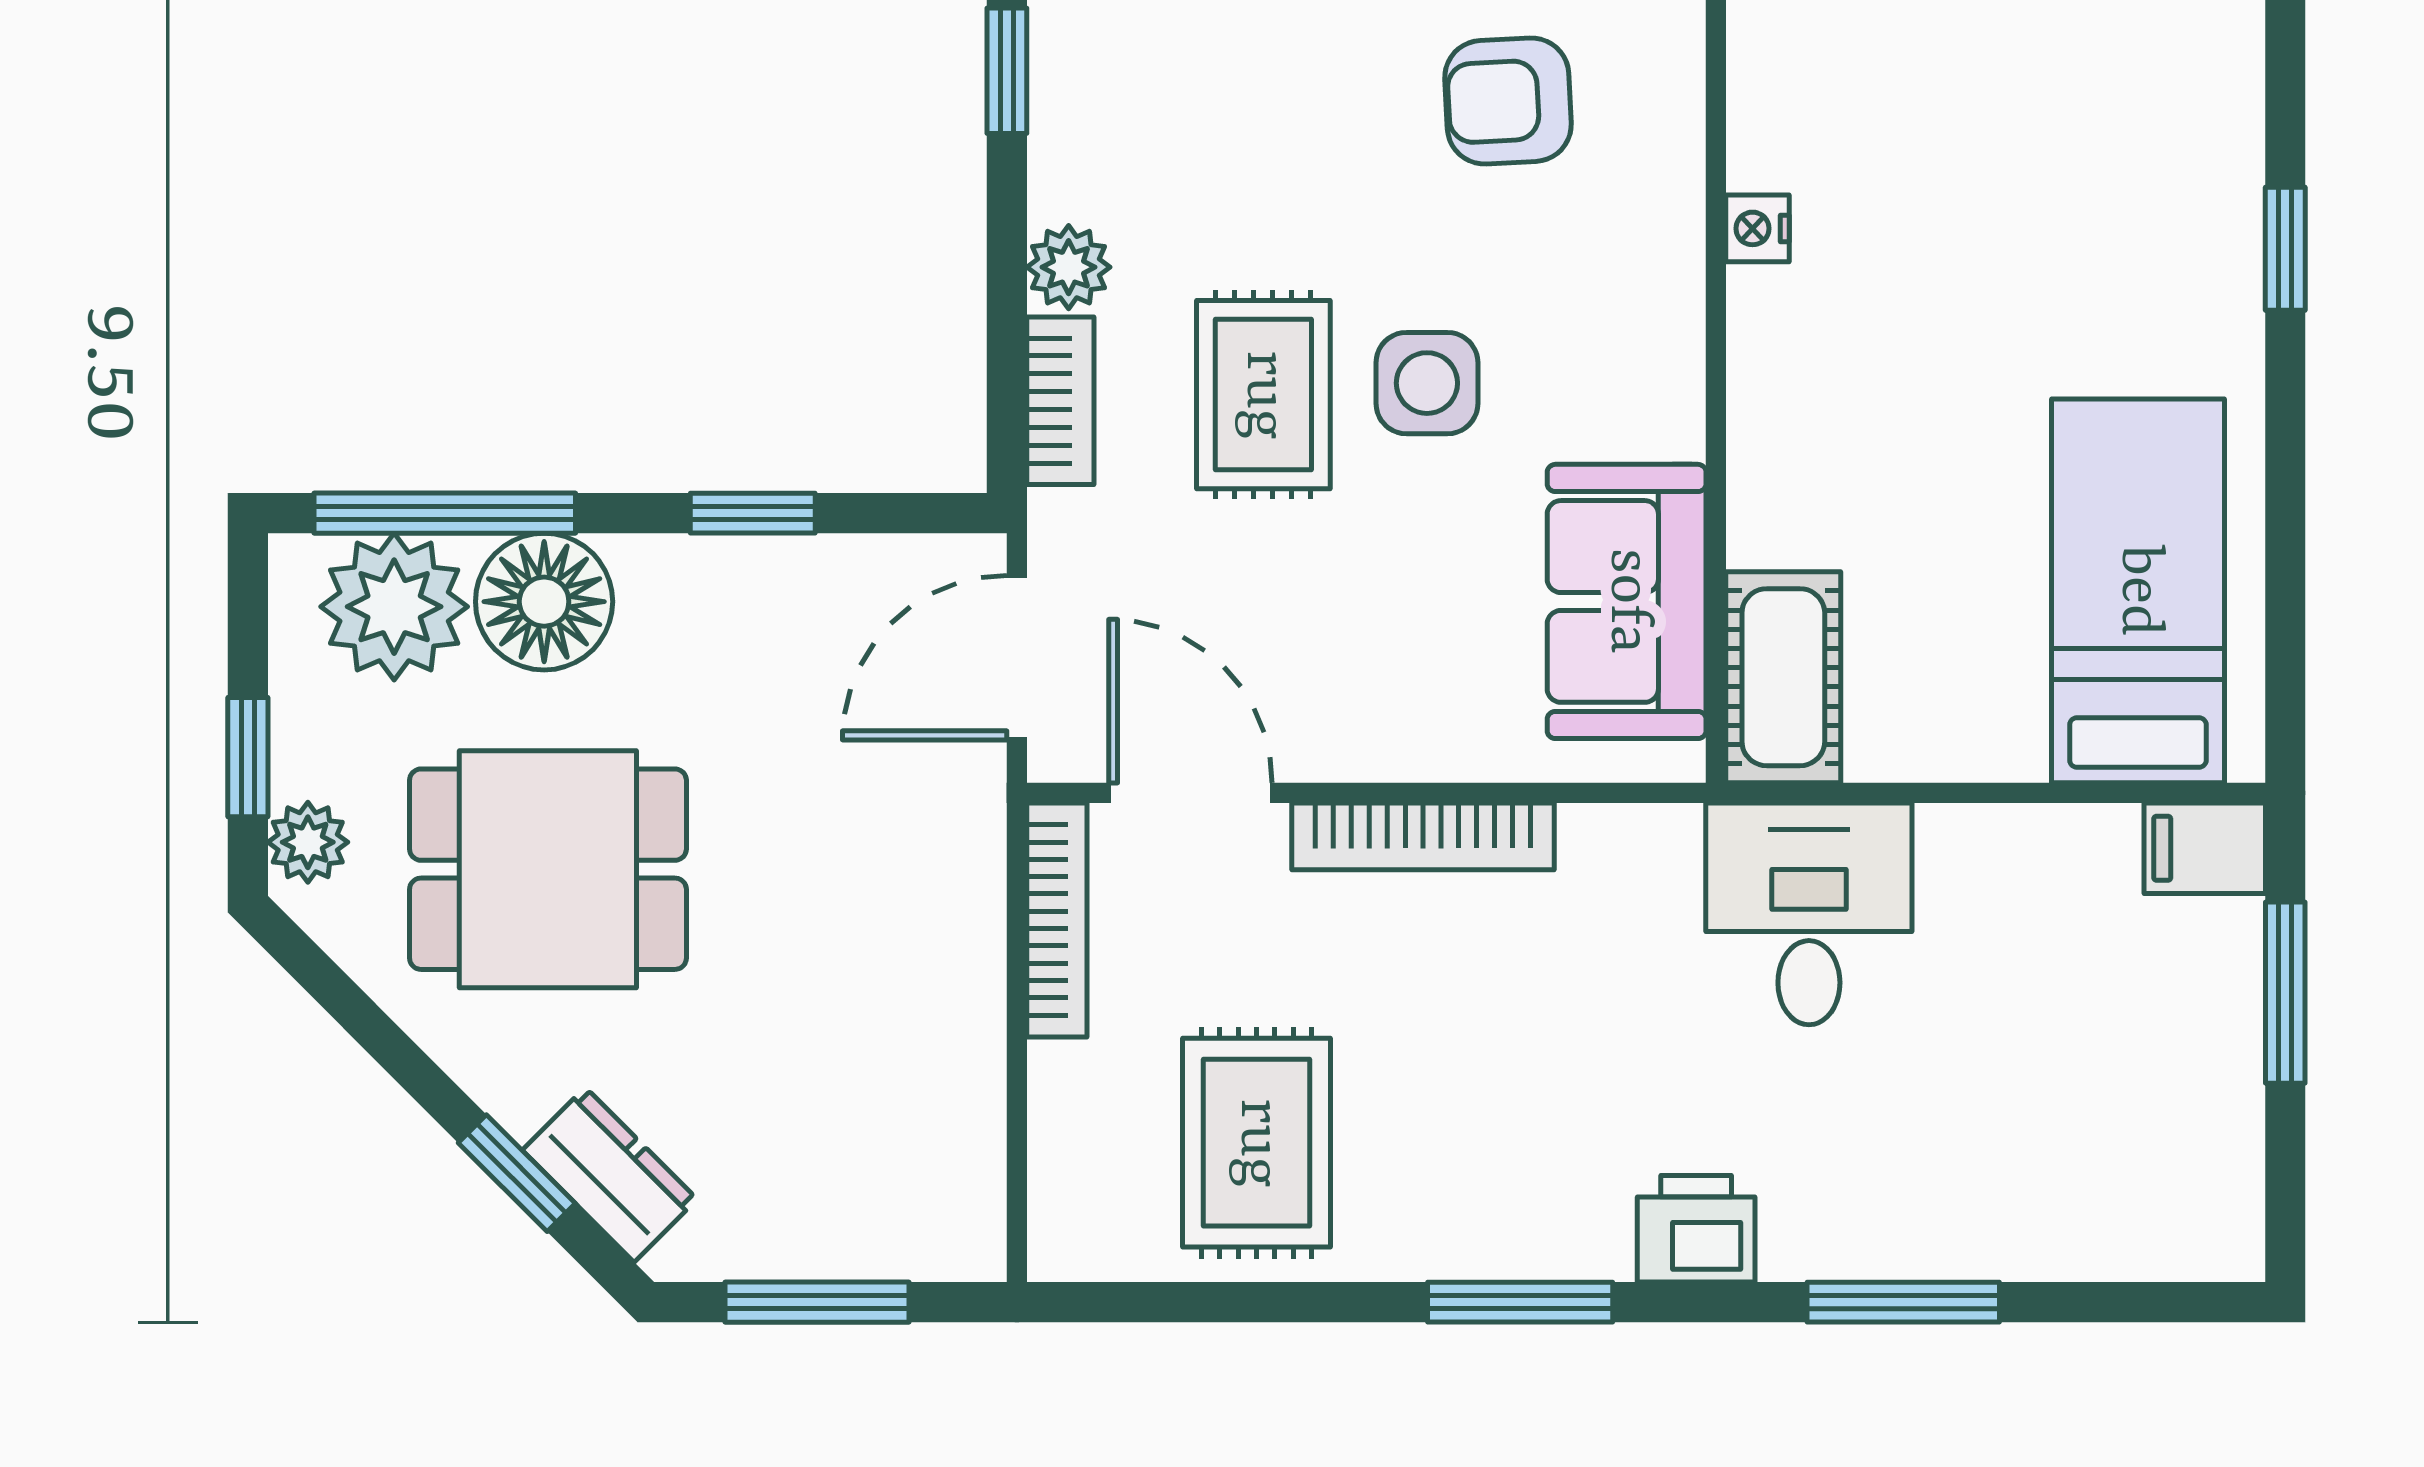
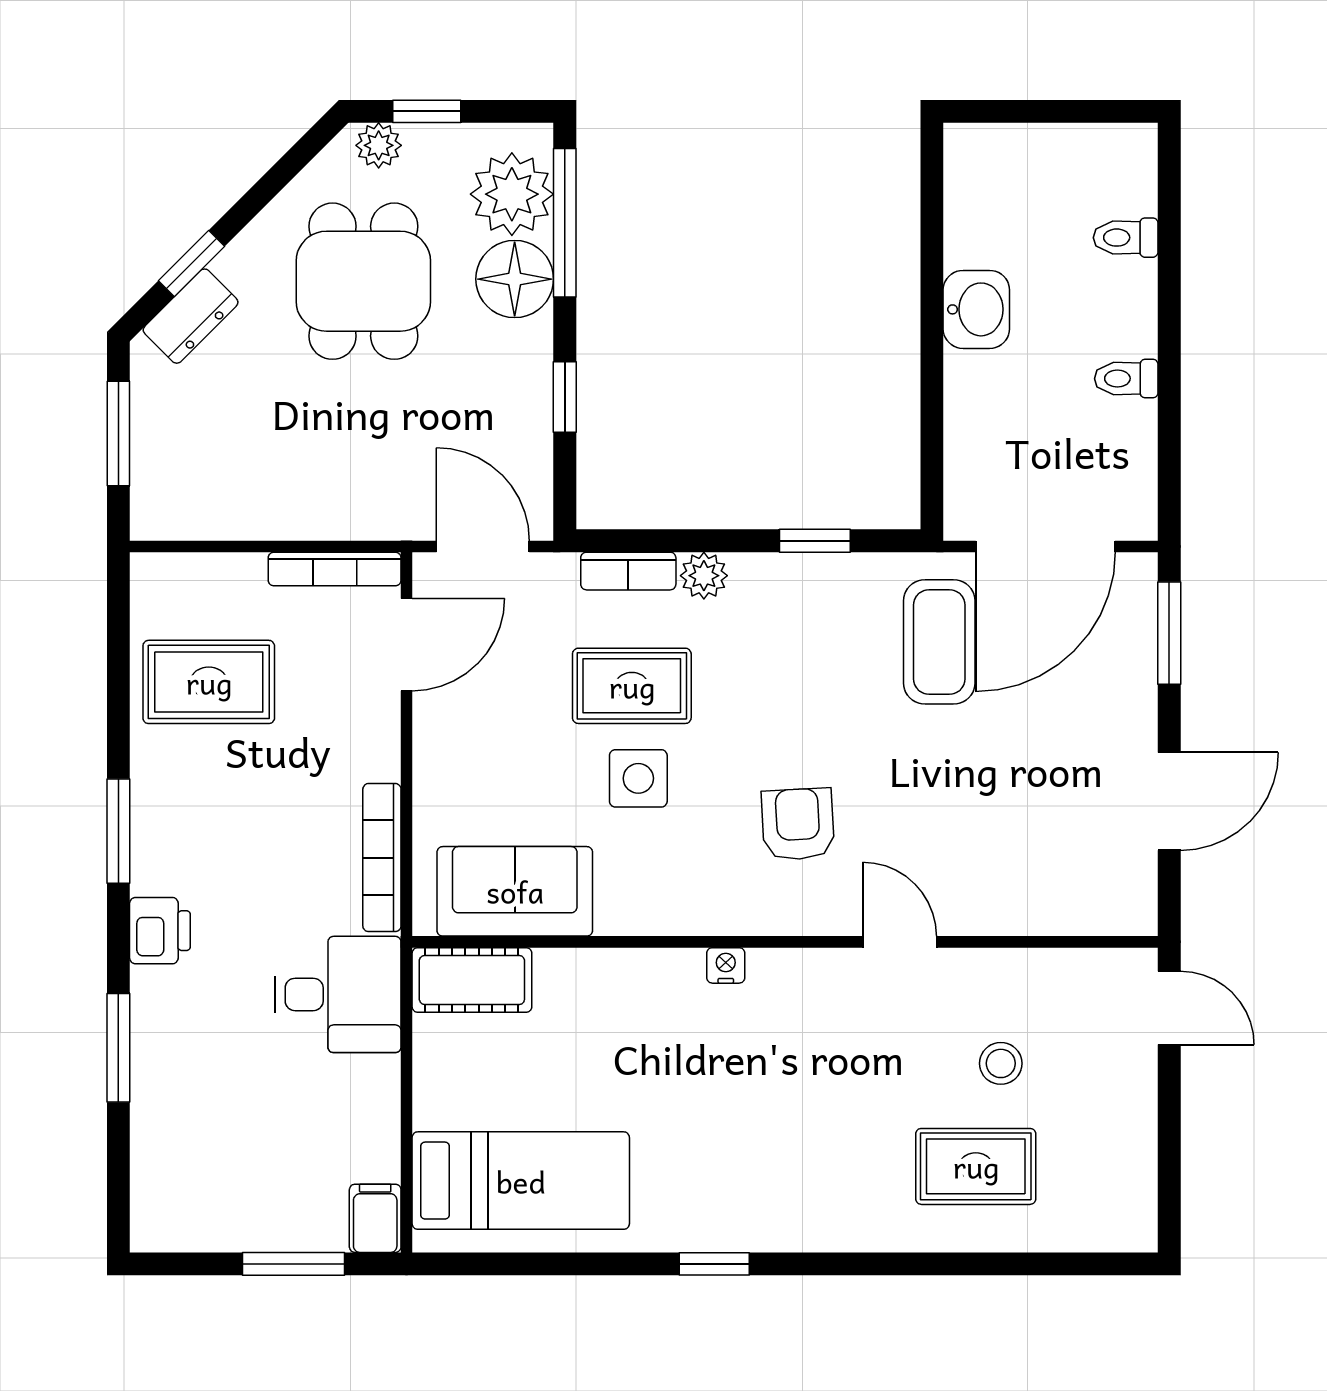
bookcase: (1423, 836) -> (382, 858), moved

